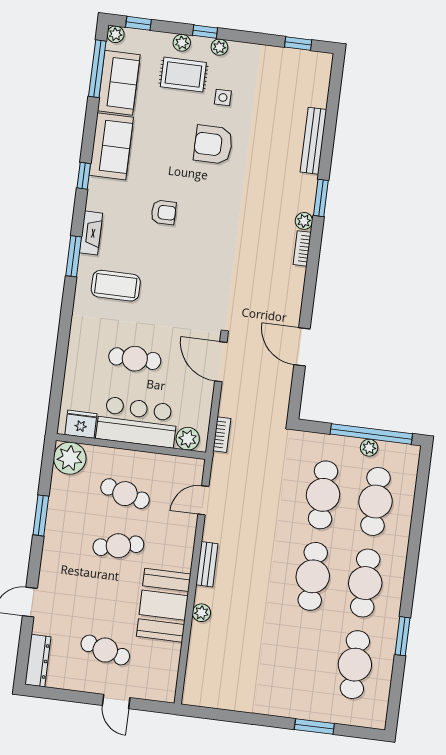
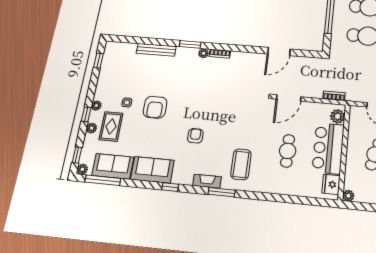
plant: (369, 448) -> (338, 12), removed
plant: (70, 458) -> (348, 196), width x0.53, depth x0.53

